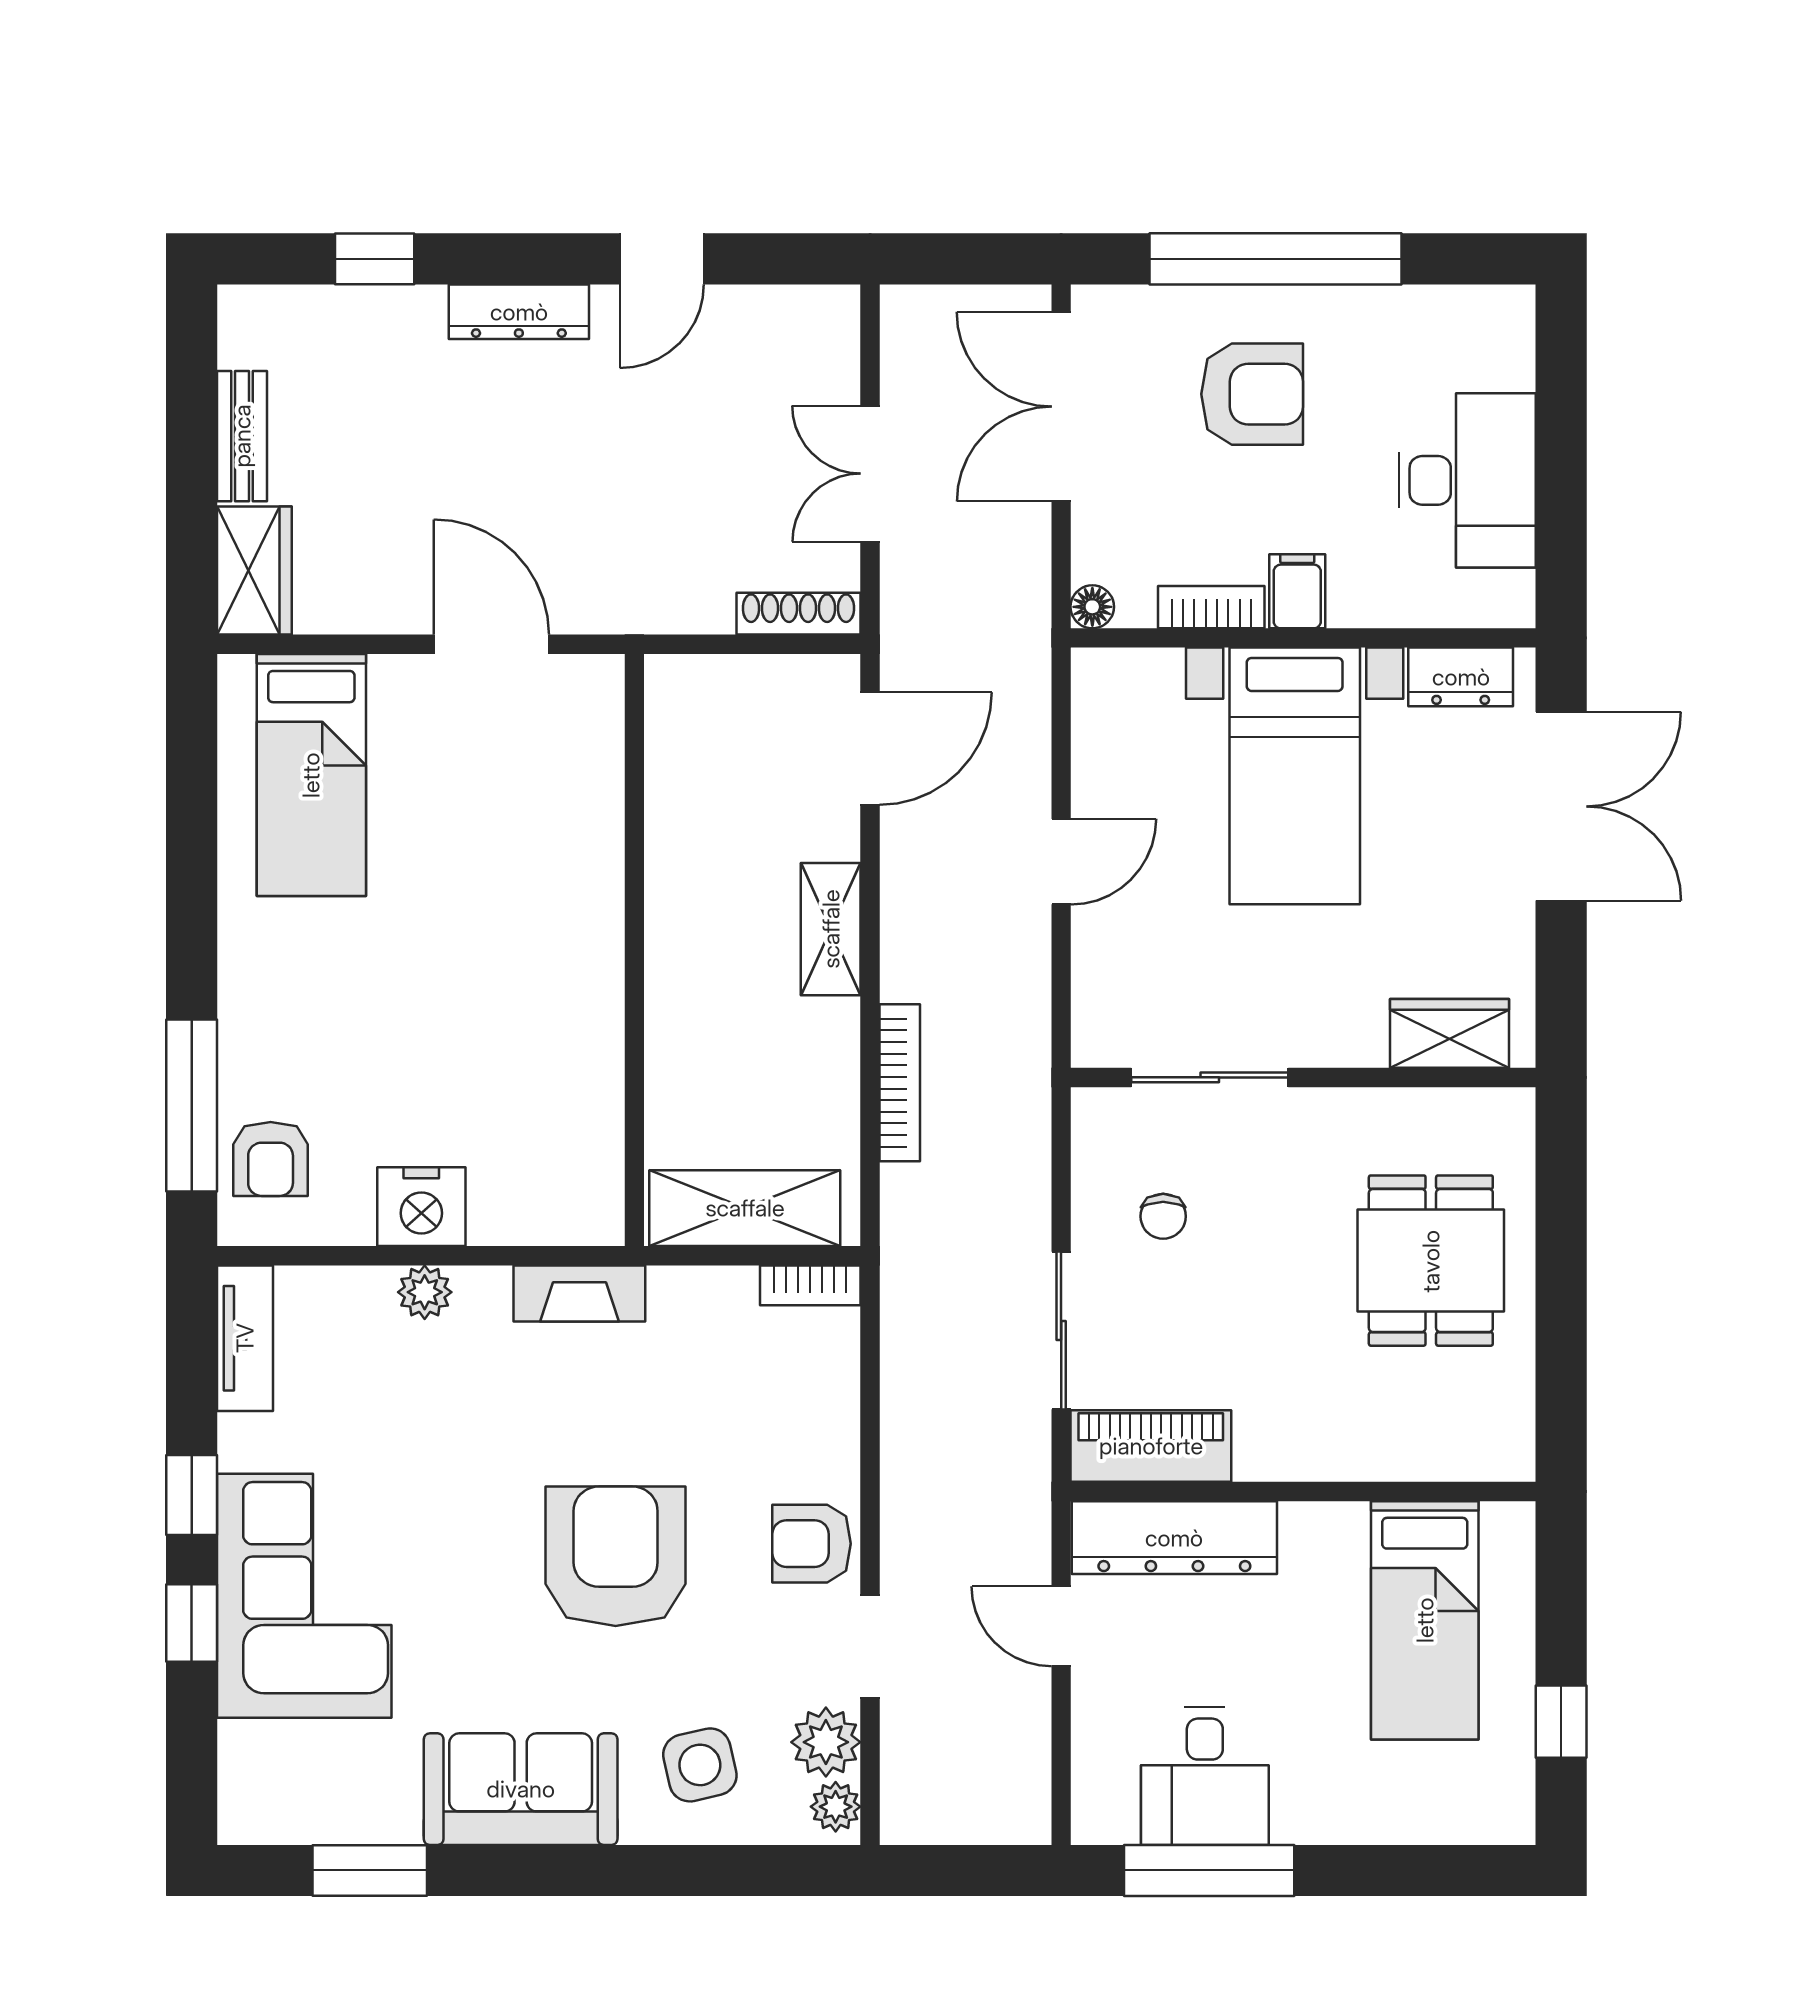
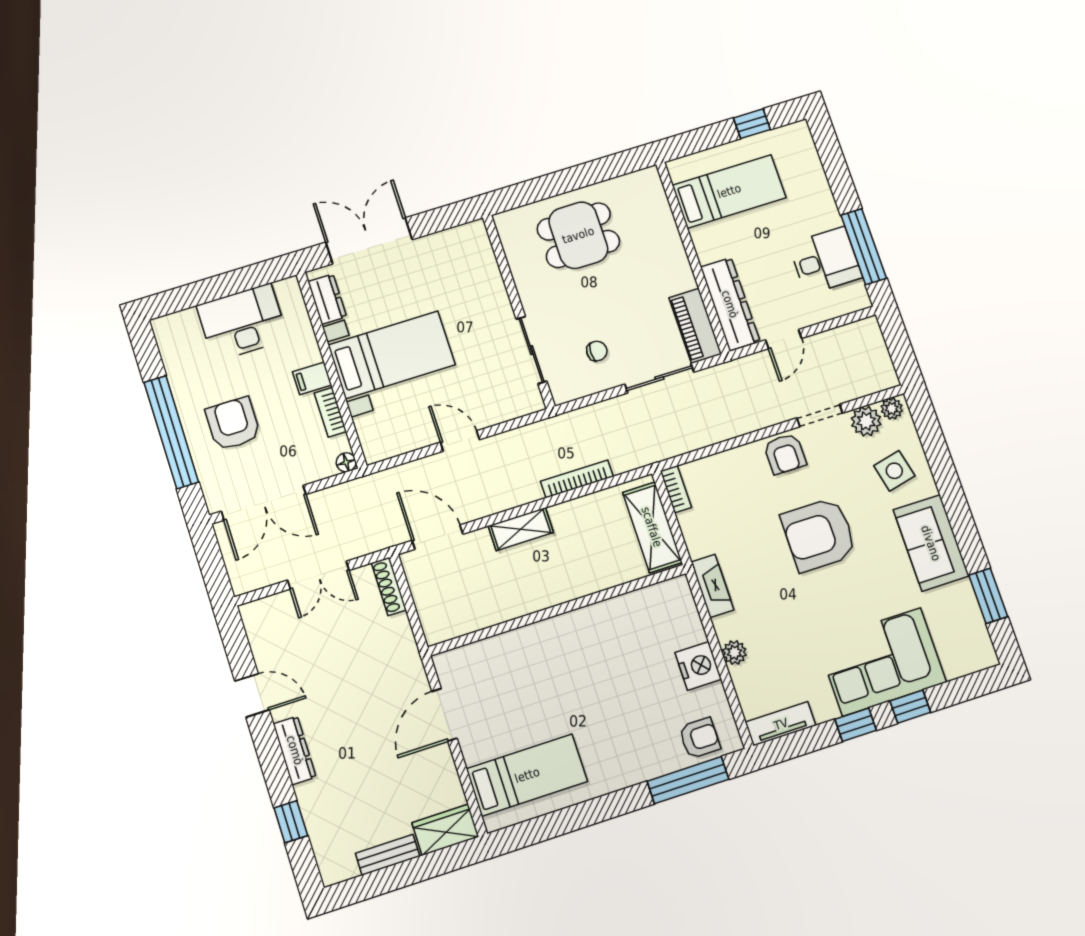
wardrobe: (1449, 1033) -> (480, 257), removed

